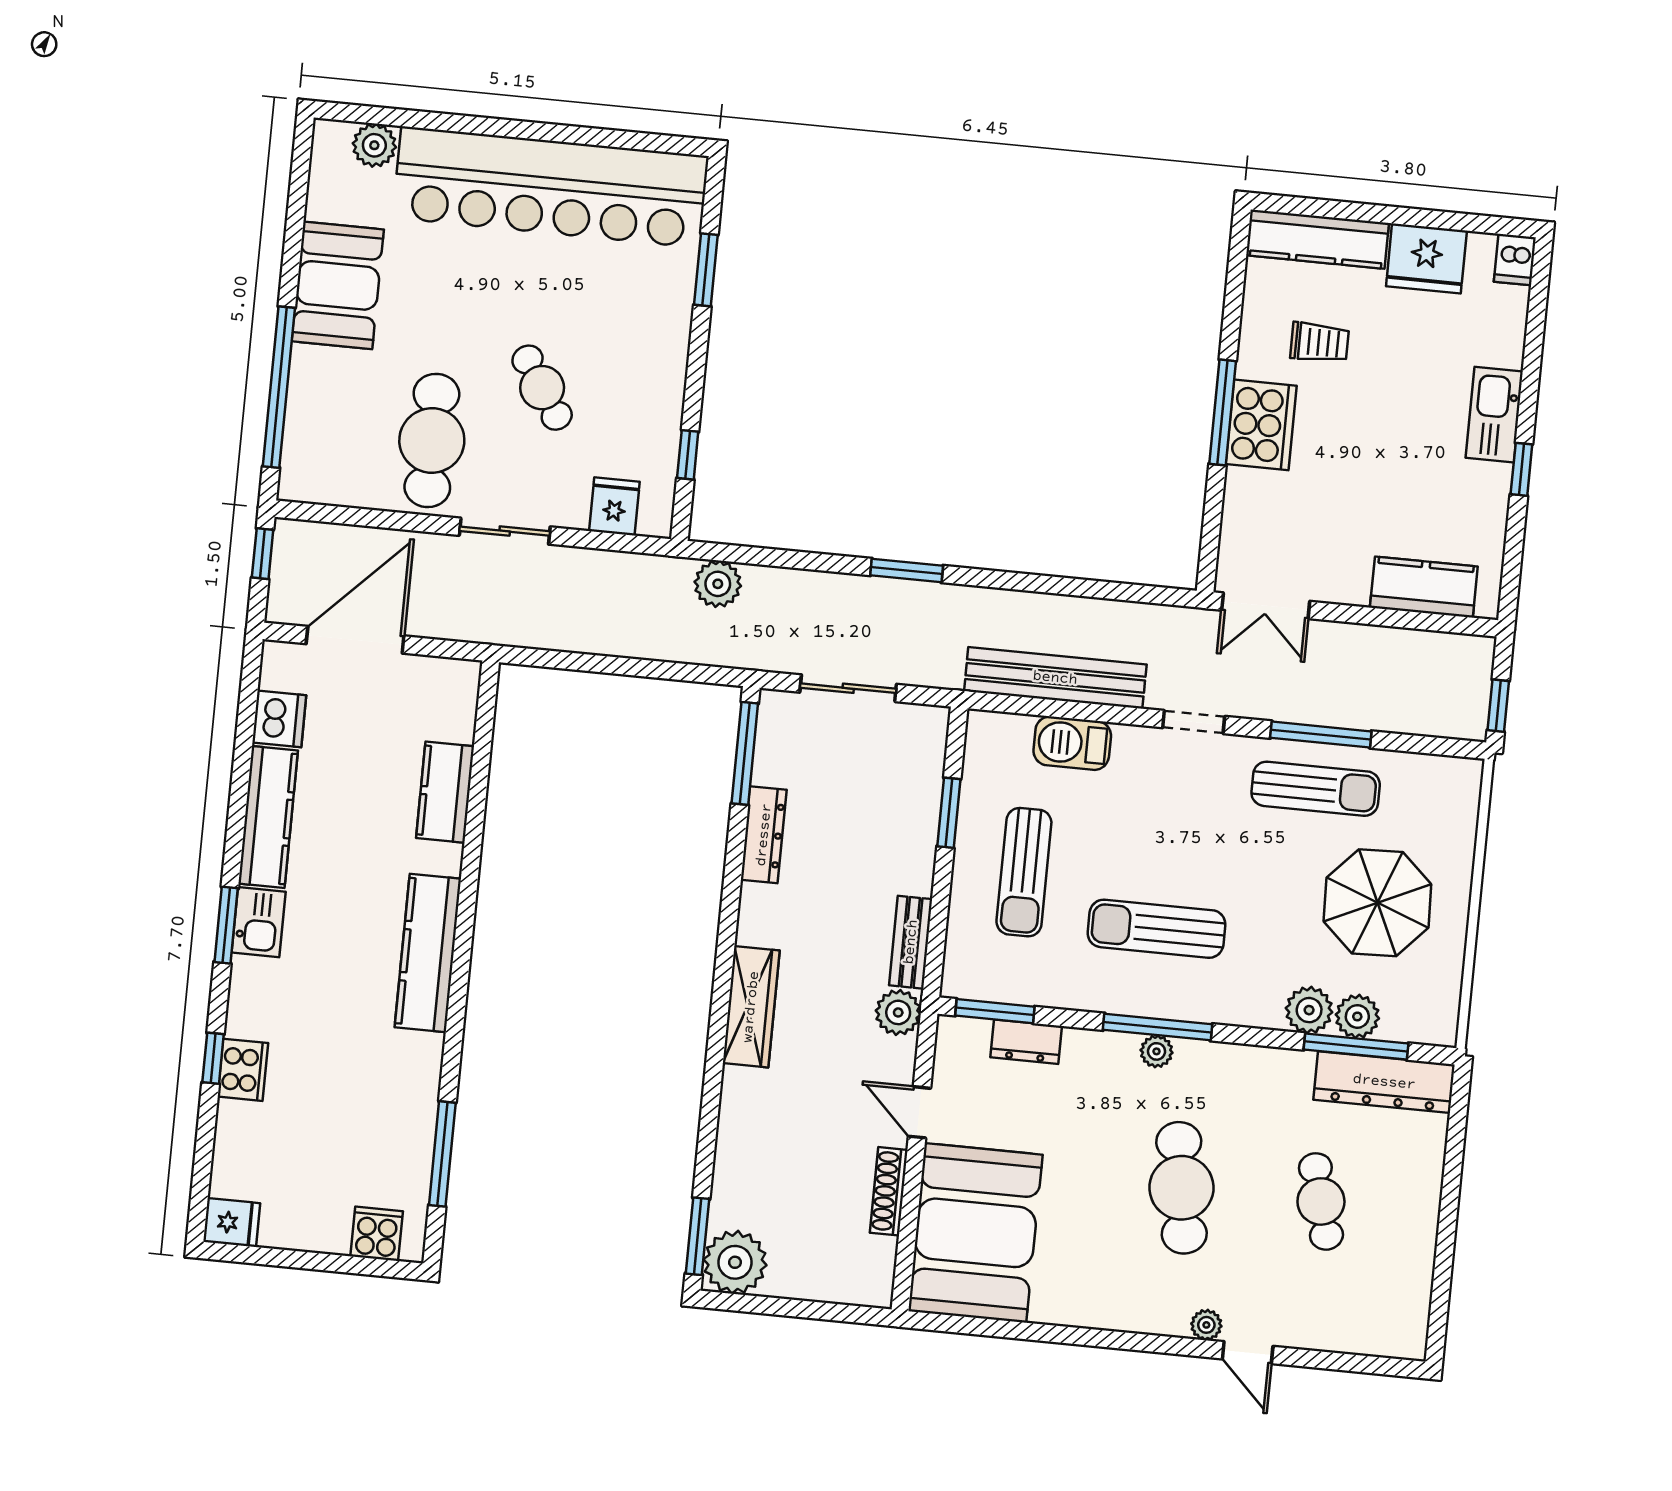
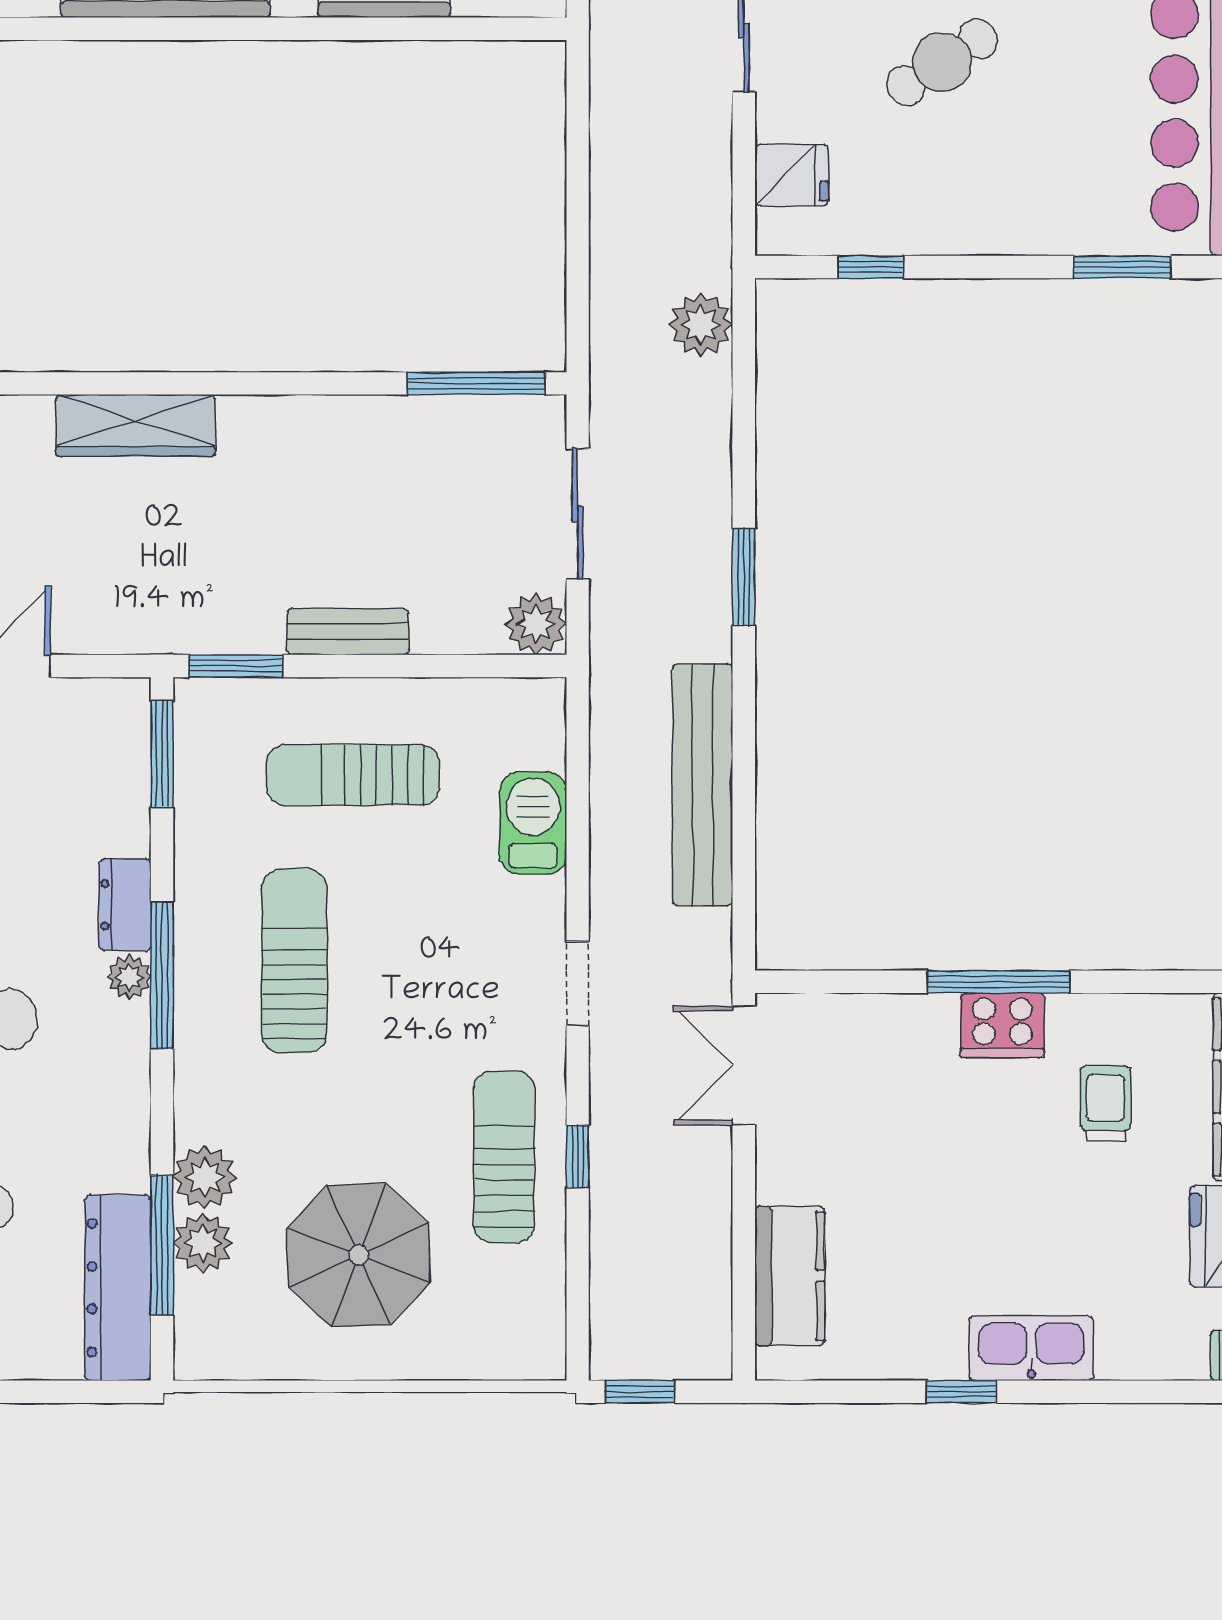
trolley: (1320, 342) -> (1106, 1103), turned 180
cooker: (1261, 425) -> (1002, 1025), width x0.73, depth x0.76
bench: (1055, 678) -> (703, 785), moved
window: (1321, 735) -> (578, 1157), width x0.46
sun lounger: (1316, 789) -> (504, 1157), turned 180
window: (949, 813) -> (236, 666), moved
dresser: (764, 835) -> (369, 419), removed
bench: (911, 942) -> (348, 632), moved
plant: (898, 1012) -> (536, 624), moved
dresser: (1026, 1042) -> (125, 905), moved

